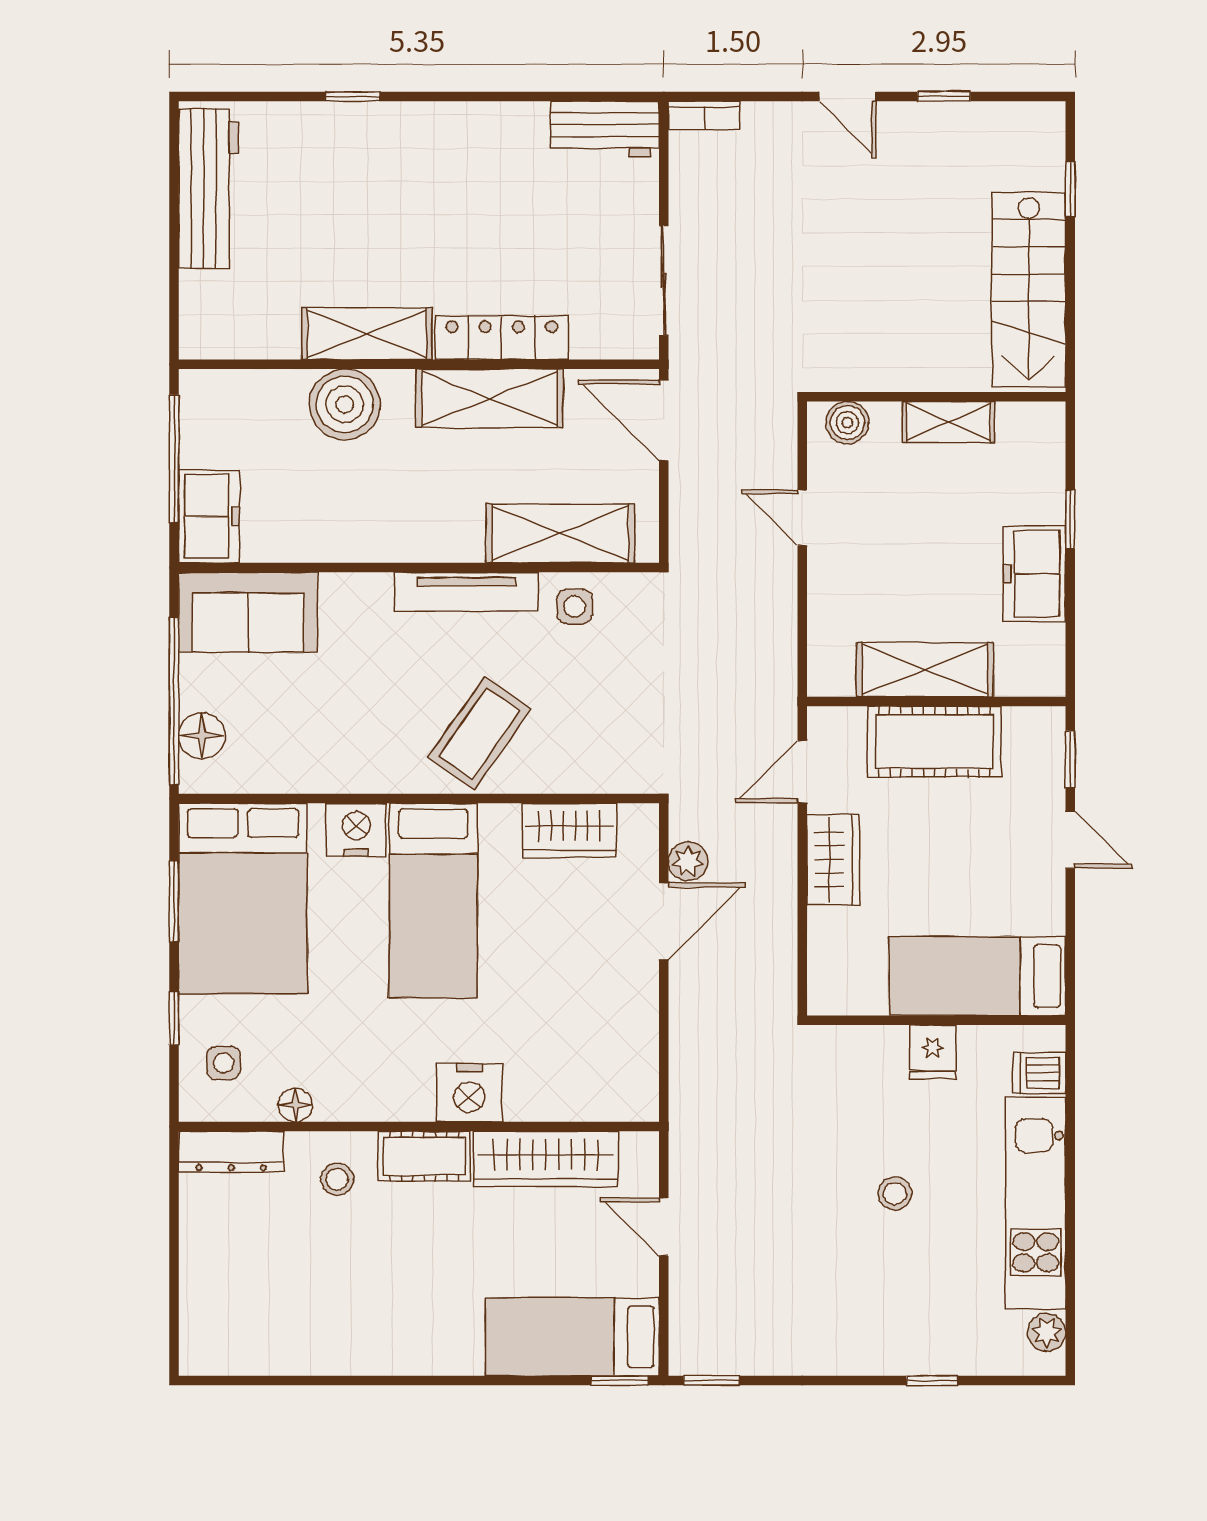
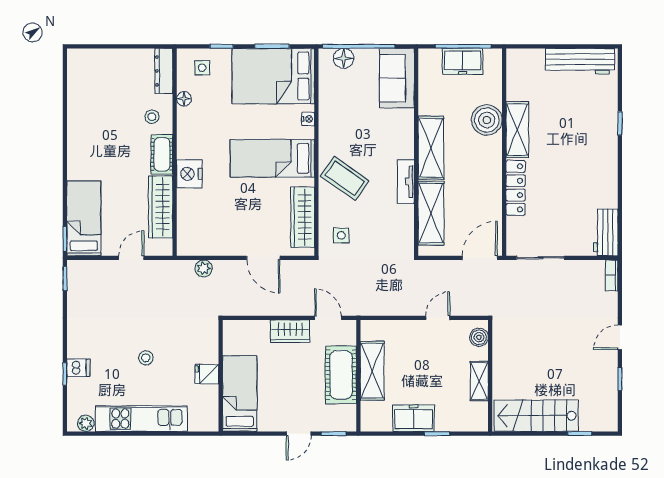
shelving: (490, 398) -> (431, 148), moved
freezer: (209, 516) -> (463, 61), moved
tv unit: (467, 592) -> (406, 182), width x0.71
side table: (575, 606) -> (341, 235), moved
nightstand: (356, 830) -> (308, 119), width x0.53, depth x0.56
wardrobe: (569, 830) -> (303, 217), width x1.50
plant: (688, 861) -> (204, 268), moved
dishwasher: (1039, 1073) -> (78, 368), moved, turned 90

